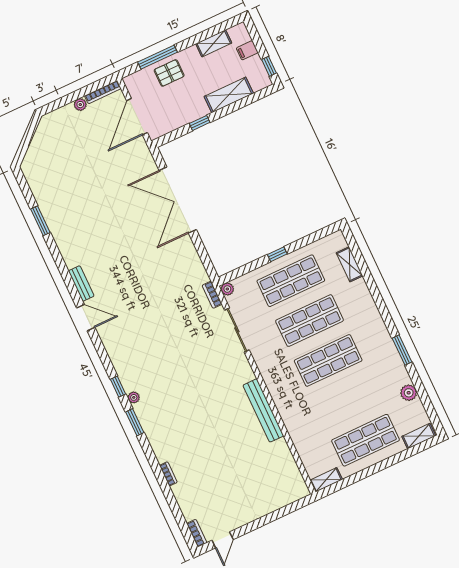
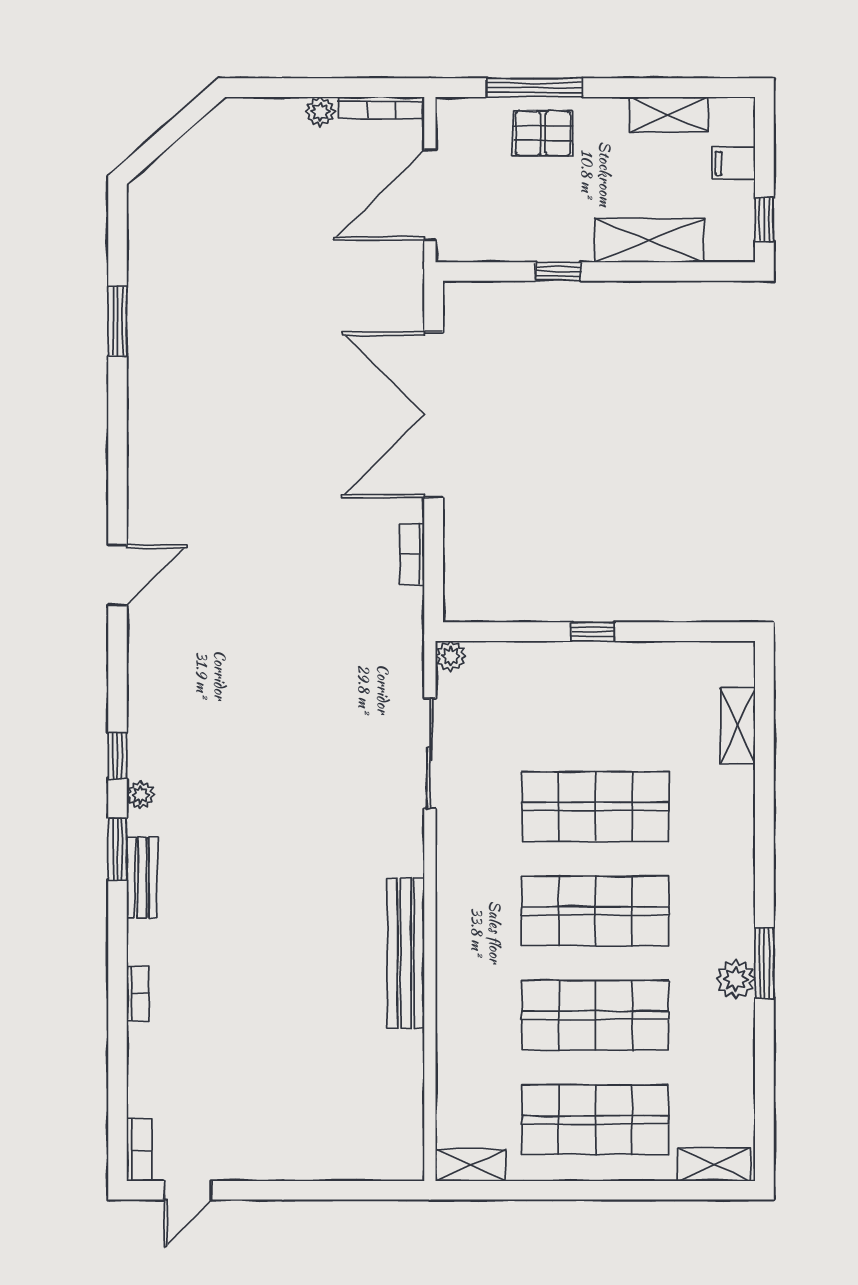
shop shelf: (291, 281) -> (595, 1015), moved
bench: (81, 284) -> (142, 878), moved
bookcase: (212, 295) -> (412, 554), moved
door: (86, 318) -> (118, 575), hinge flipped
plant: (409, 393) -> (736, 979), moved

